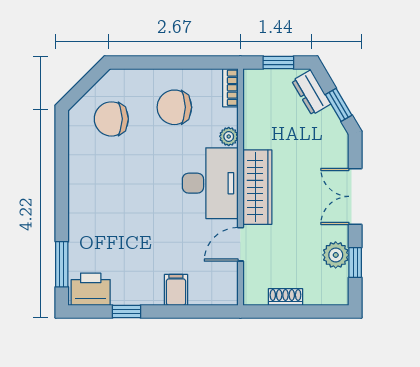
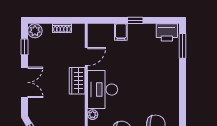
wardrobe: (257, 187) -> (77, 81), width x0.67
plant: (336, 255) -> (35, 31), moved
window: (127, 312) -> (135, 20), moved

